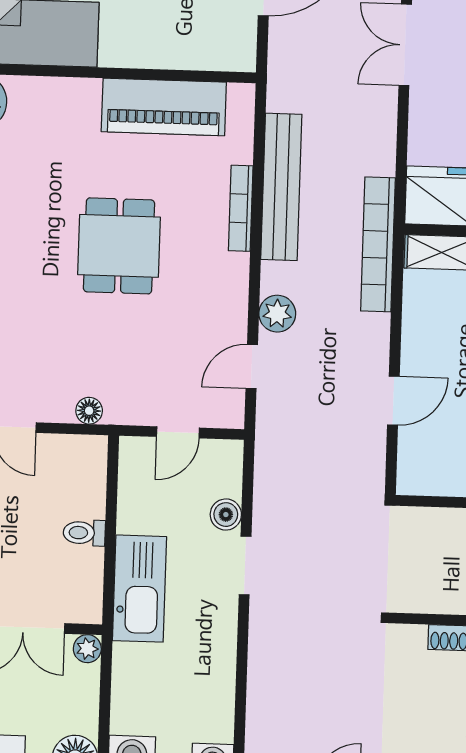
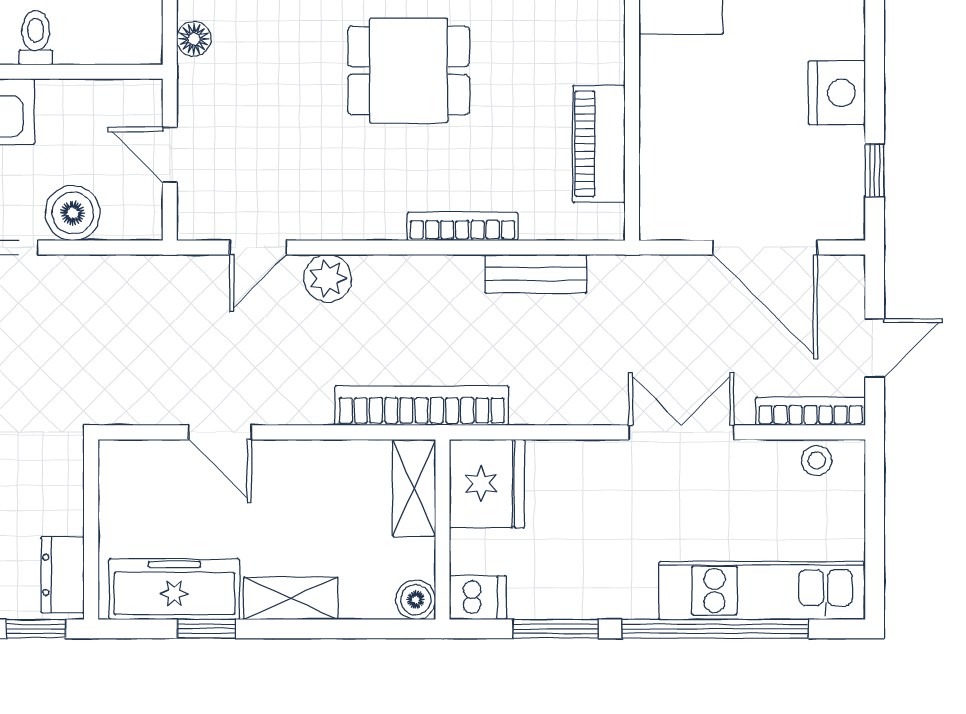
piano: (164, 107) -> (599, 144), width x0.73, depth x0.75
bench: (281, 187) -> (536, 274), width x0.54, depth x0.82
door: (252, 366) -> (258, 247), swing flipped
boiler: (226, 515) -> (73, 213), width x1.36, depth x1.36

